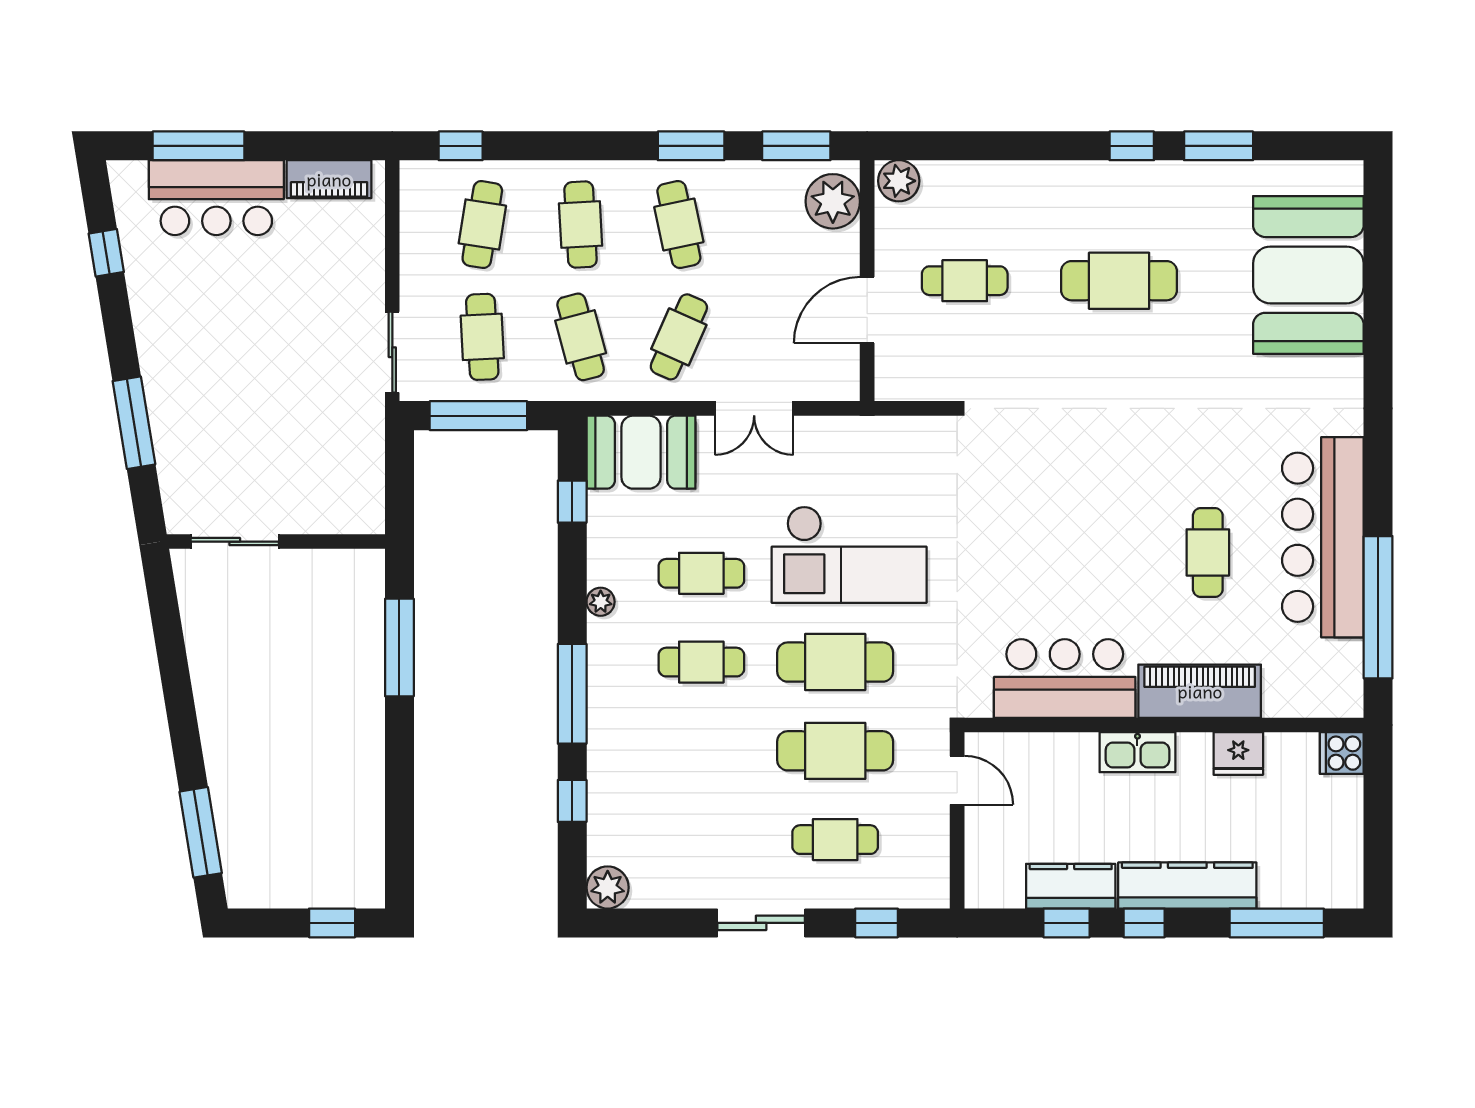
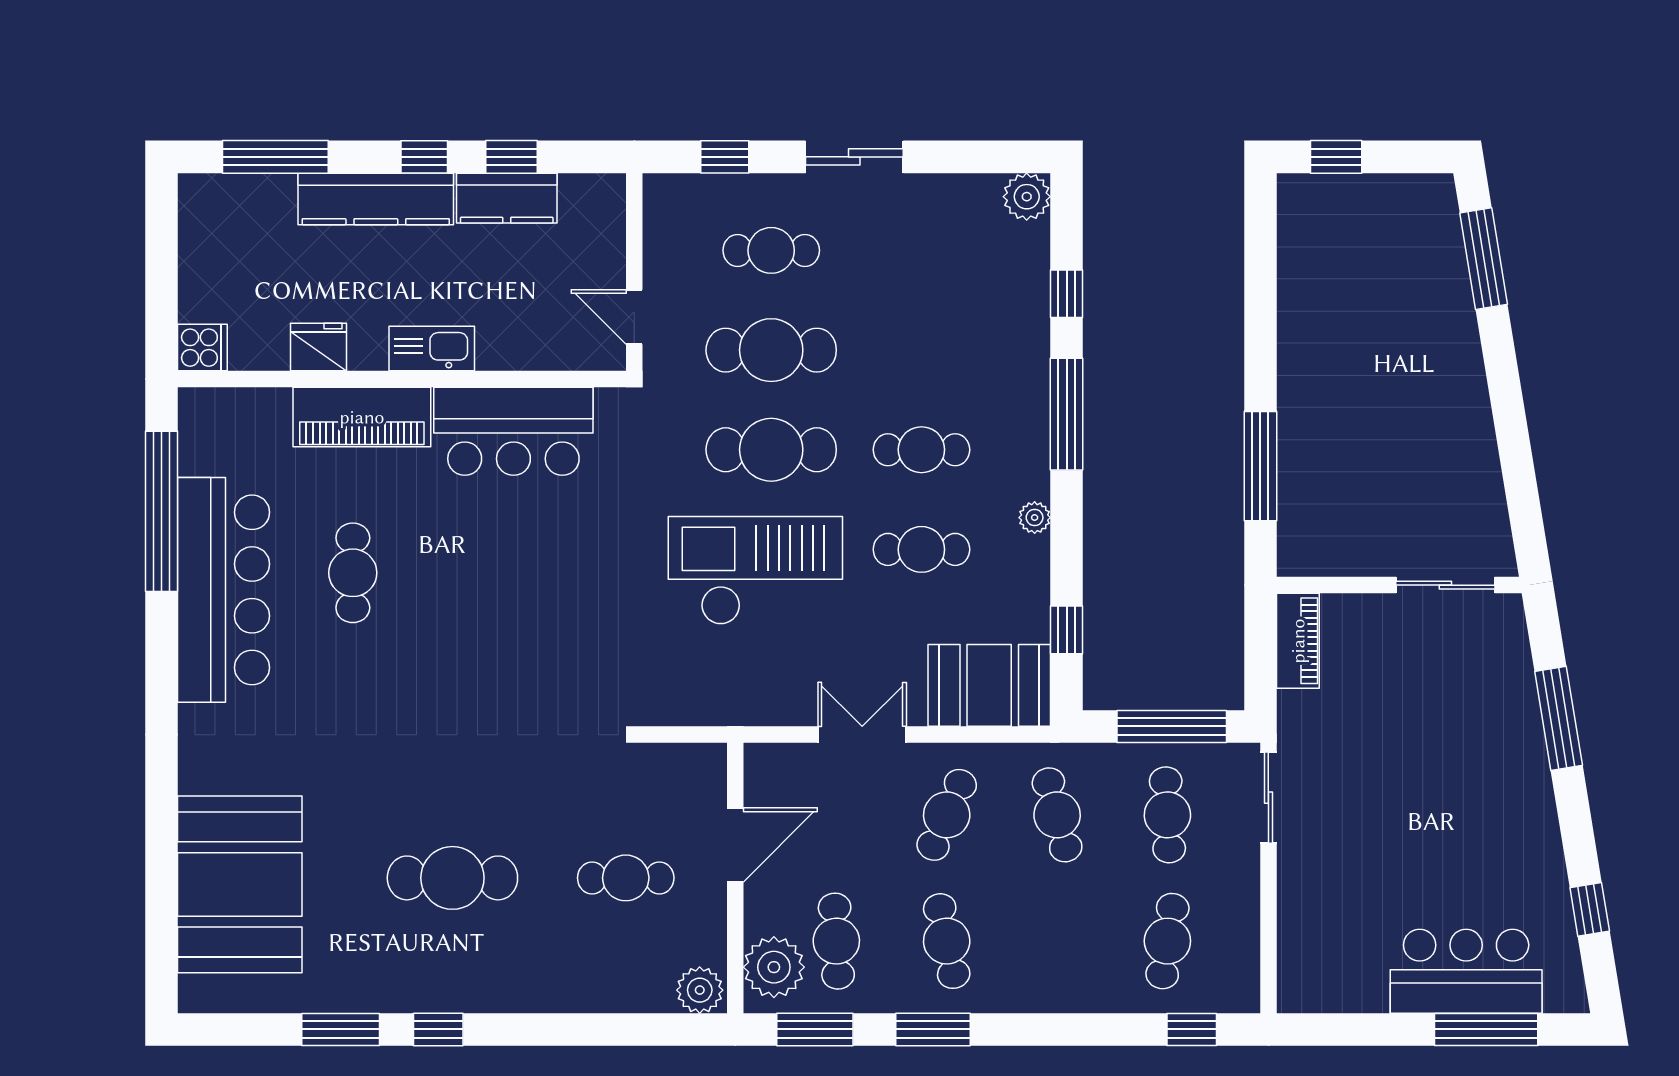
piano: (329, 179) -> (1298, 641), moved, turned 90
cafe table: (581, 225) -> (836, 941), moved

